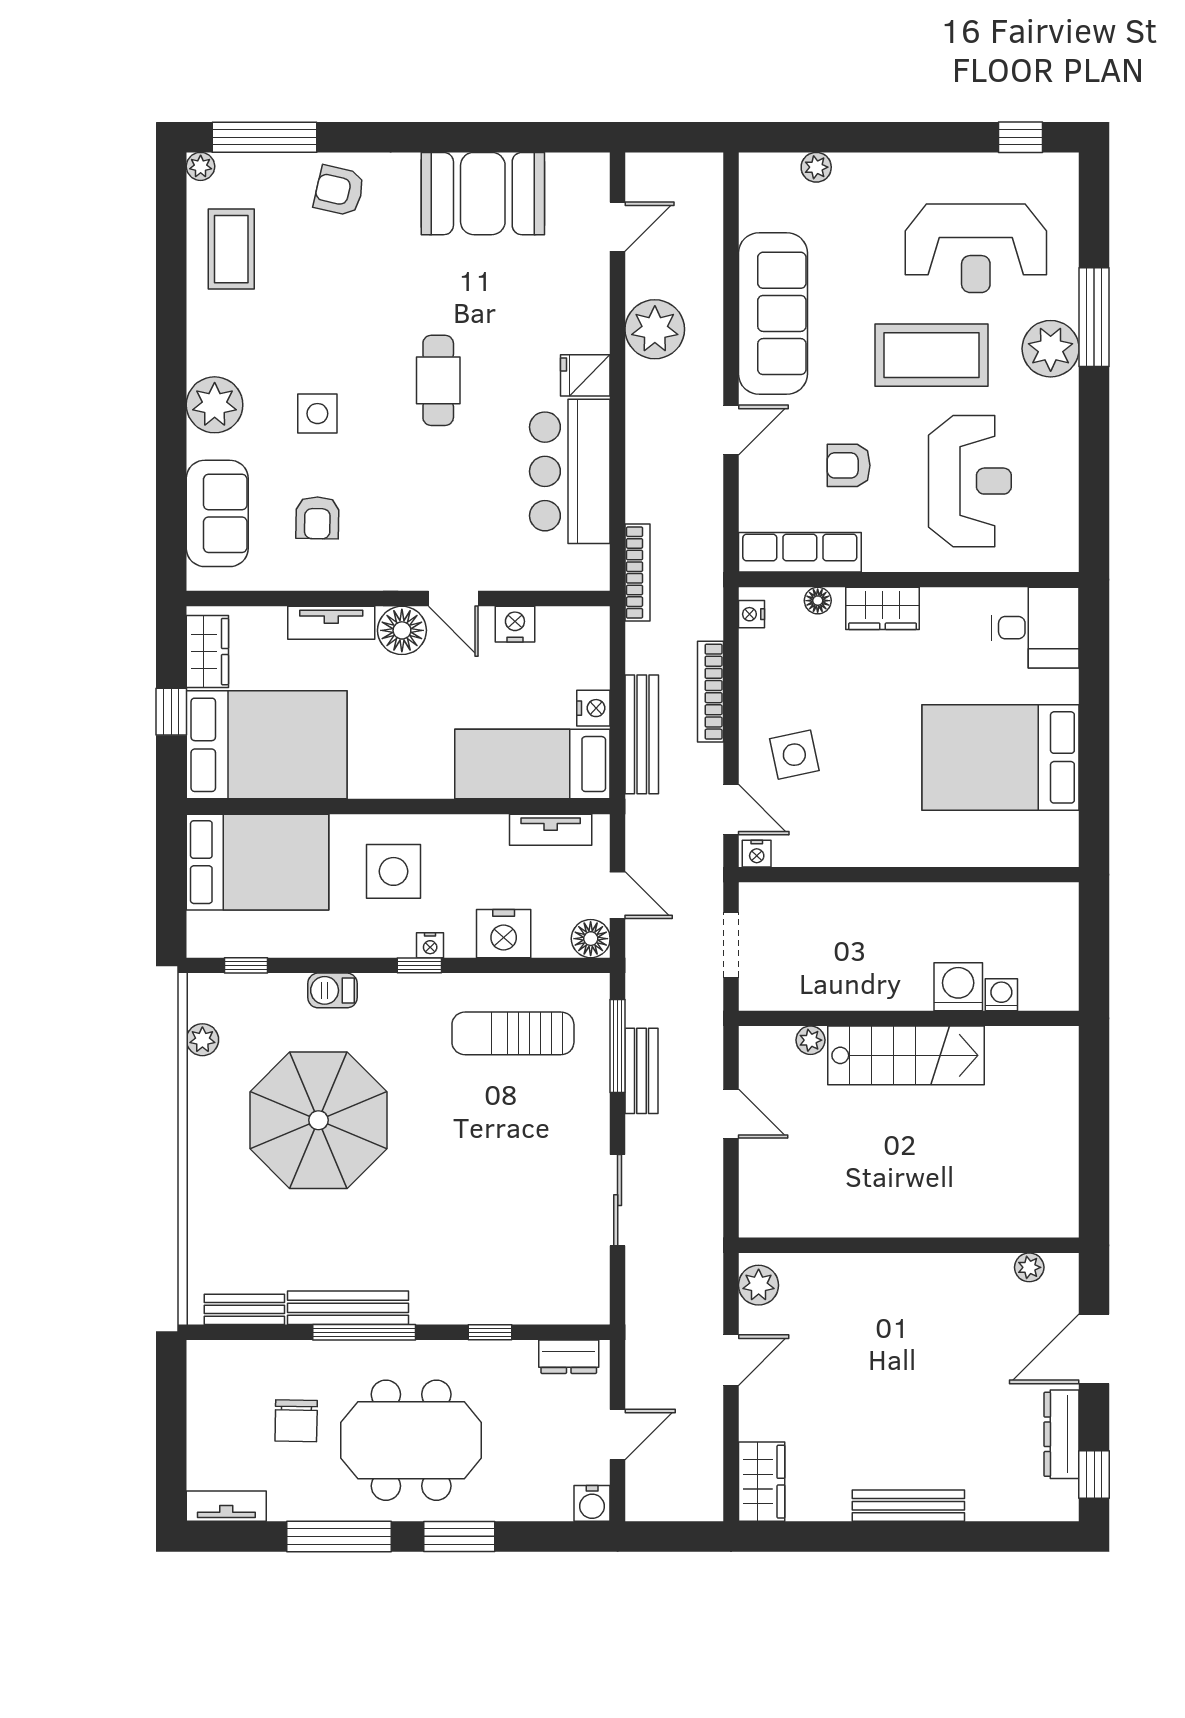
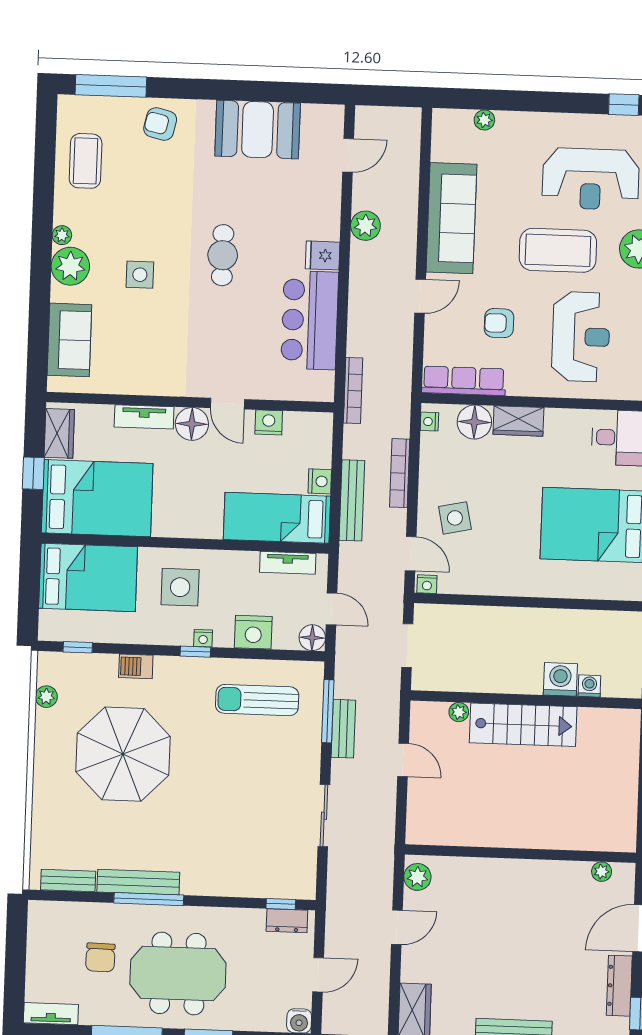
plant: (201, 166) -> (62, 235), moved
plant: (655, 329) -> (365, 226), width x0.73, depth x0.73
armchair: (317, 518) -> (137, 345), removed
floor lamp: (818, 601) -> (474, 422), width x1.89, depth x1.89
window: (490, 1332) -> (281, 904), moved

